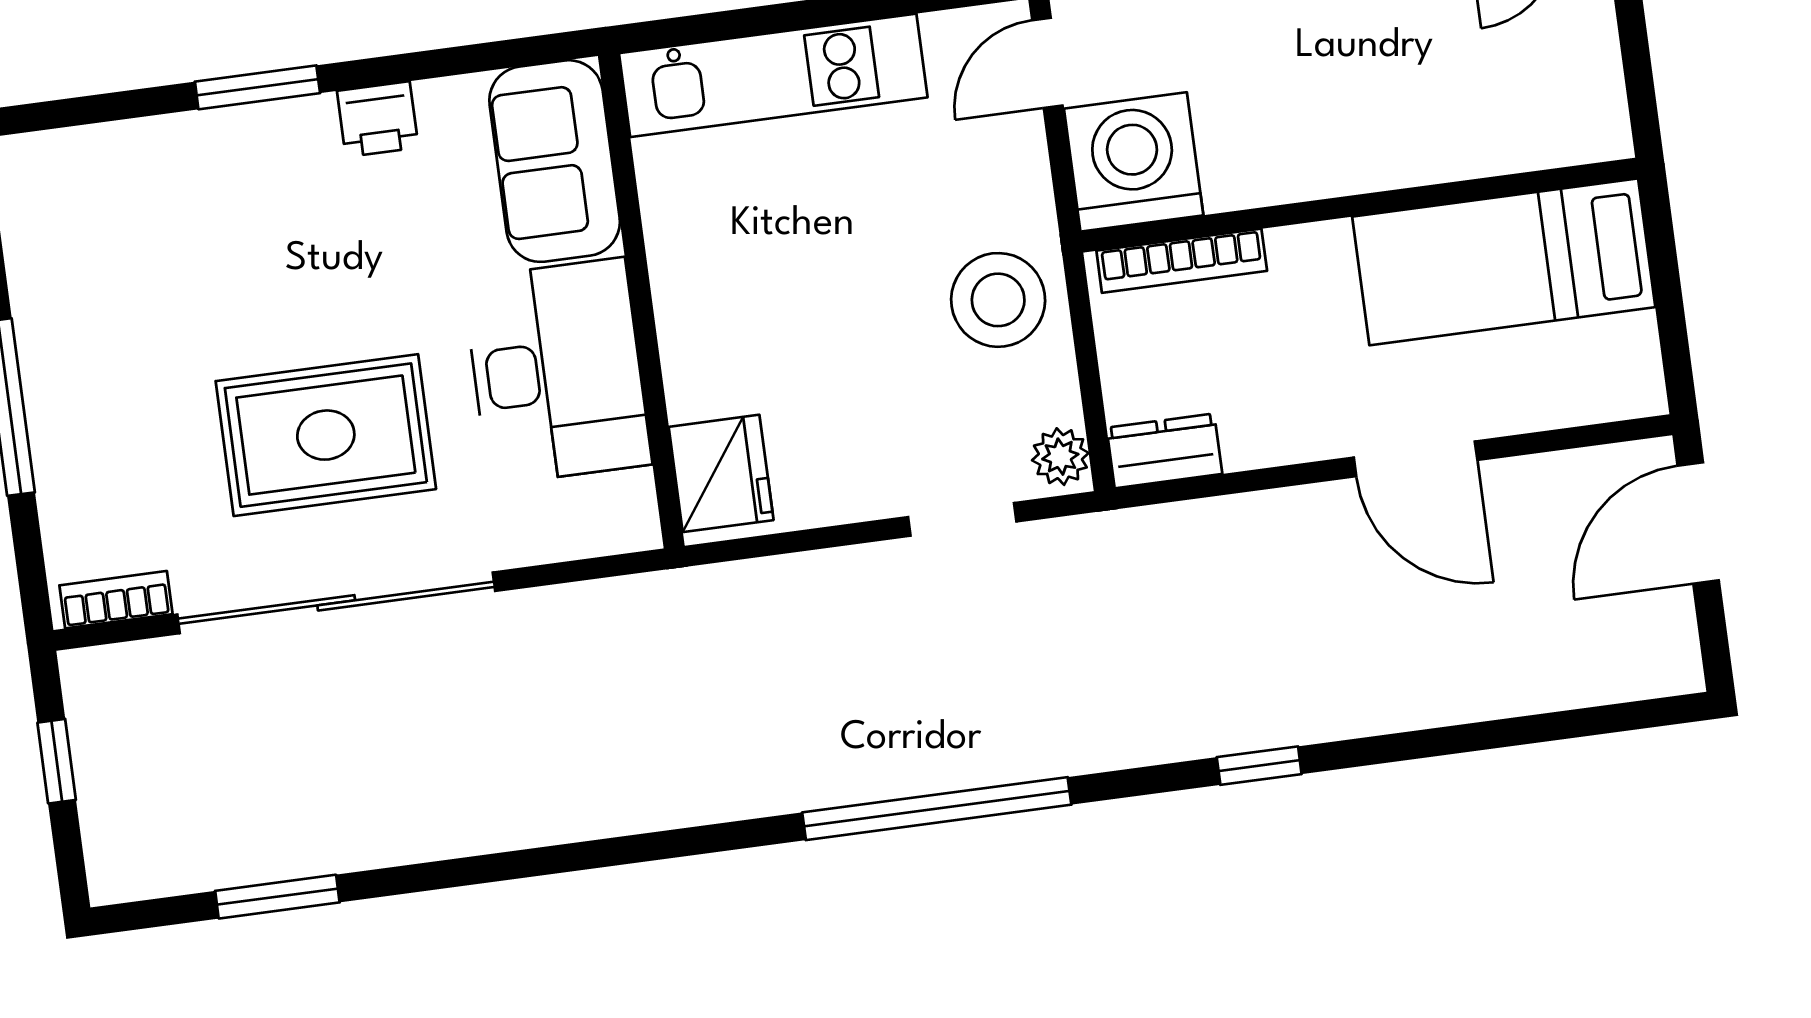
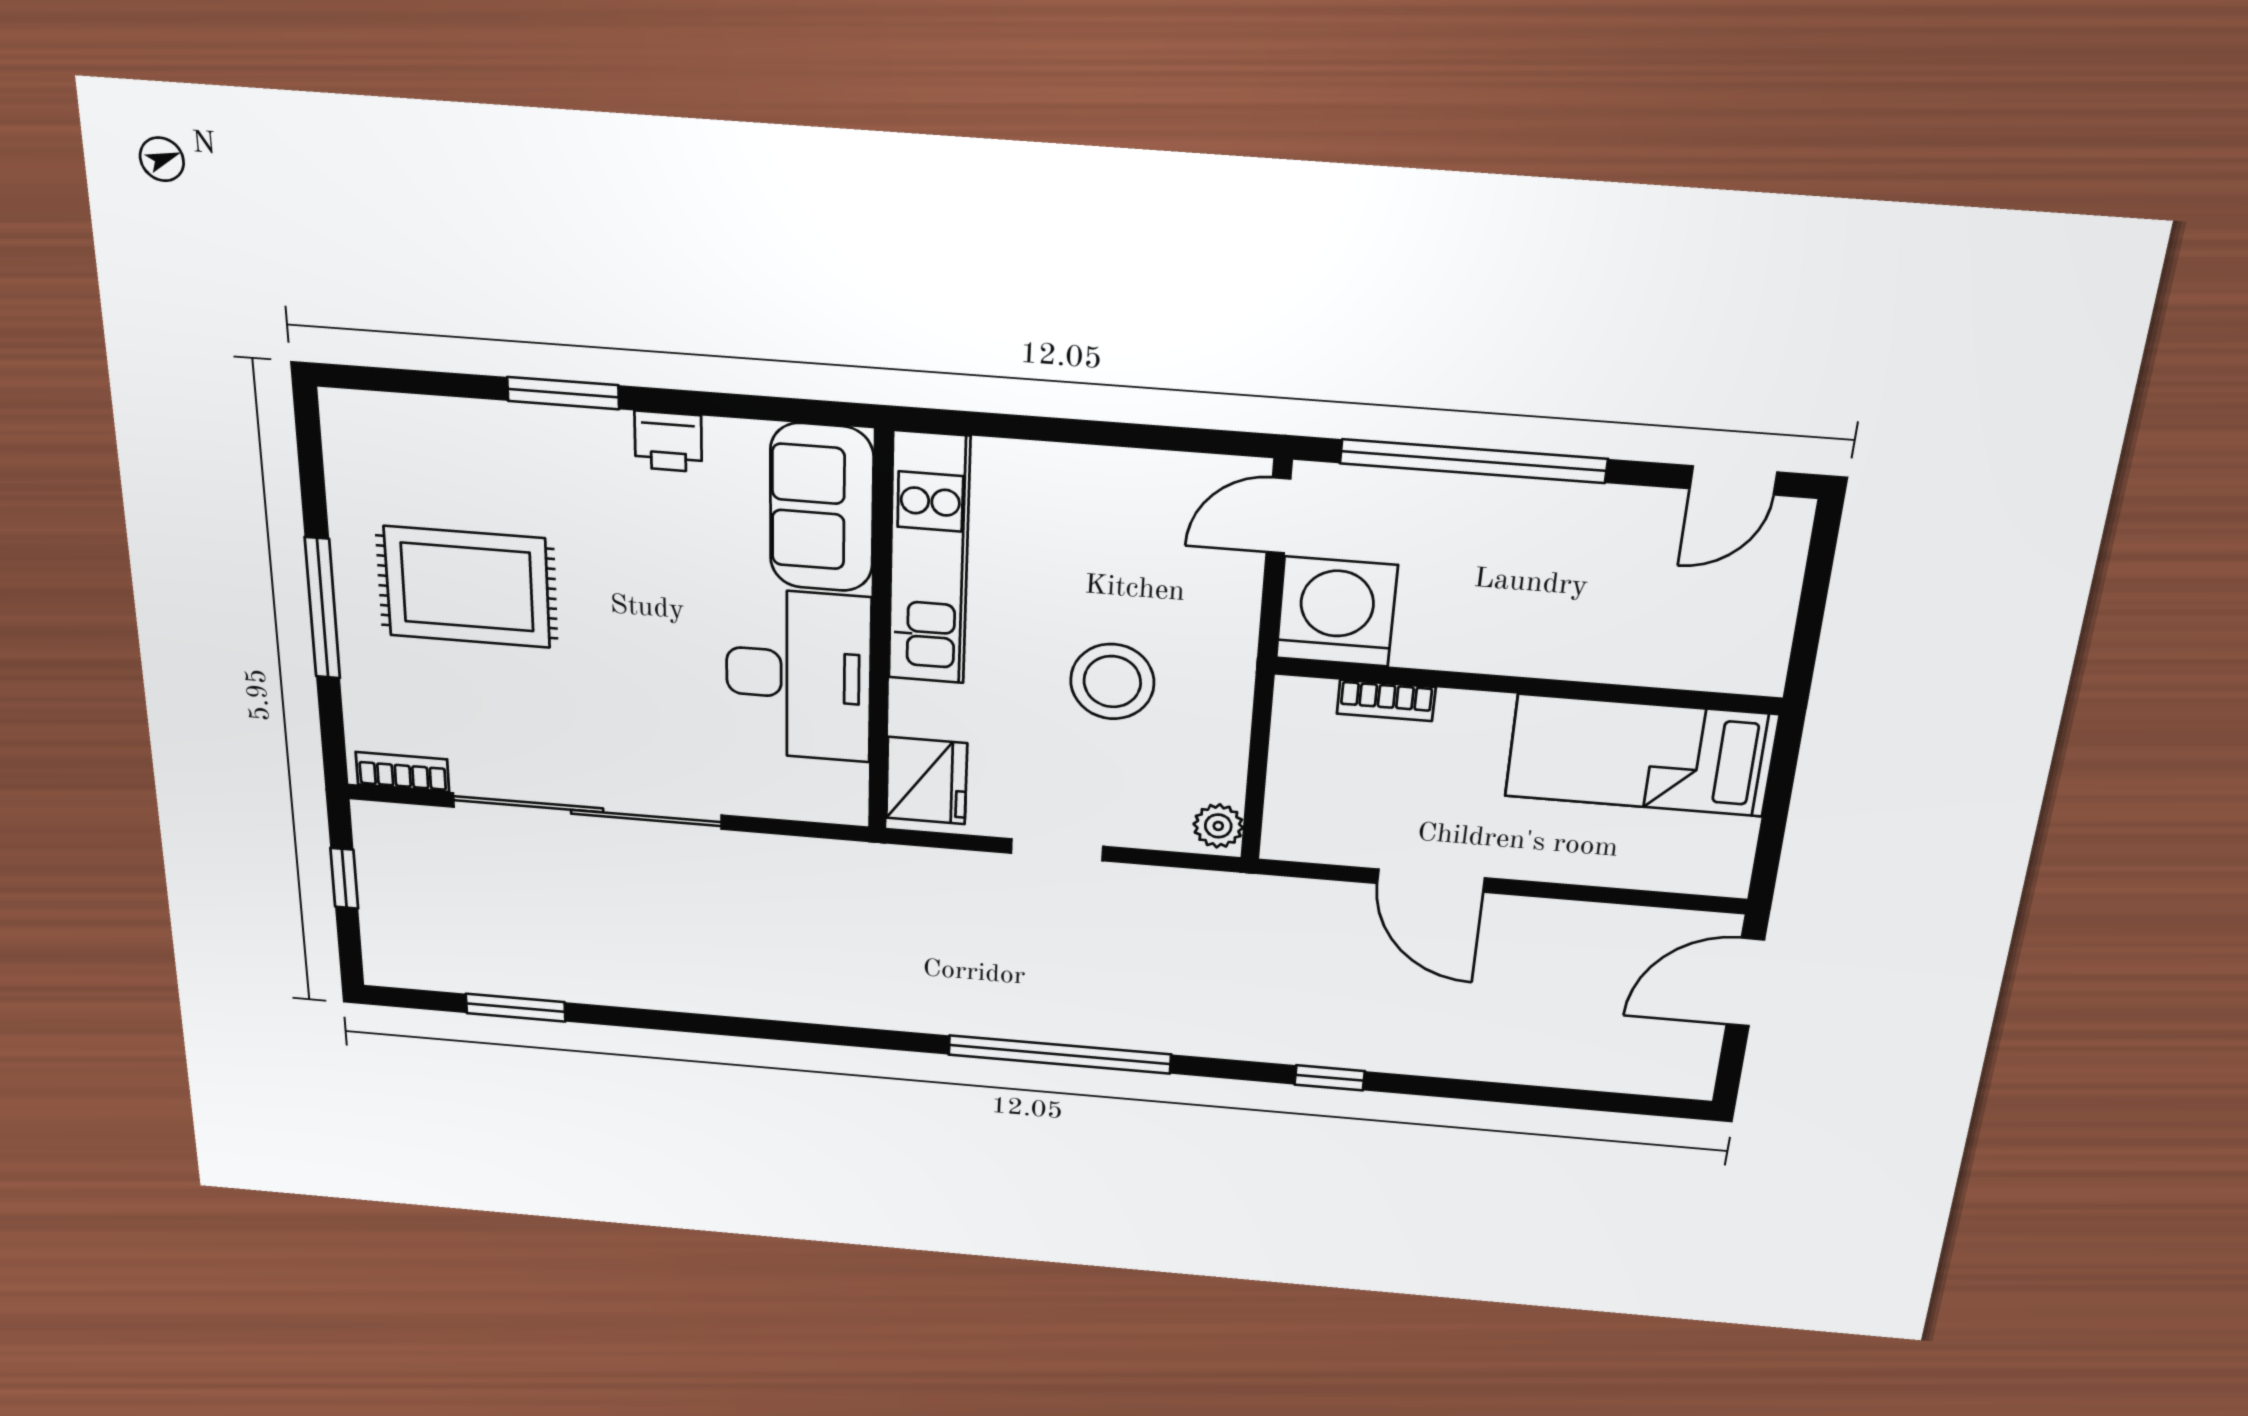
kitchen unit: (773, 75) -> (929, 559), moved, turned -90
bookcase: (1182, 261) -> (1386, 700), width x0.64
stool: (998, 300) -> (1112, 682), moved
rug: (326, 435) -> (467, 587), moved
dresser: (1164, 451) -> (1308, 839), removed
door: (1416, 459) -> (1431, 881), moved
doorway: (962, 519) -> (1057, 850), moved

